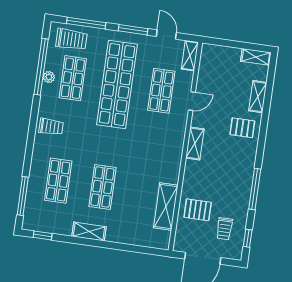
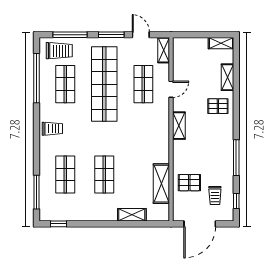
plant: (49, 77) -> (44, 86), removed
shelving: (89, 232) -> (132, 215), moved

